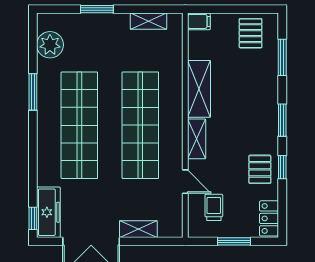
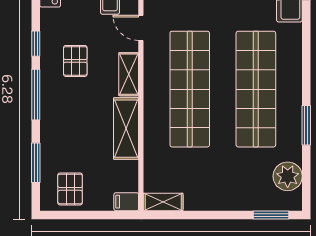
window: (97, 9) -> (271, 215), moved
shelving: (149, 21) -> (163, 202), moved
window: (282, 120) -> (36, 95), width x1.44
pallet: (260, 169) -> (75, 61), moved

